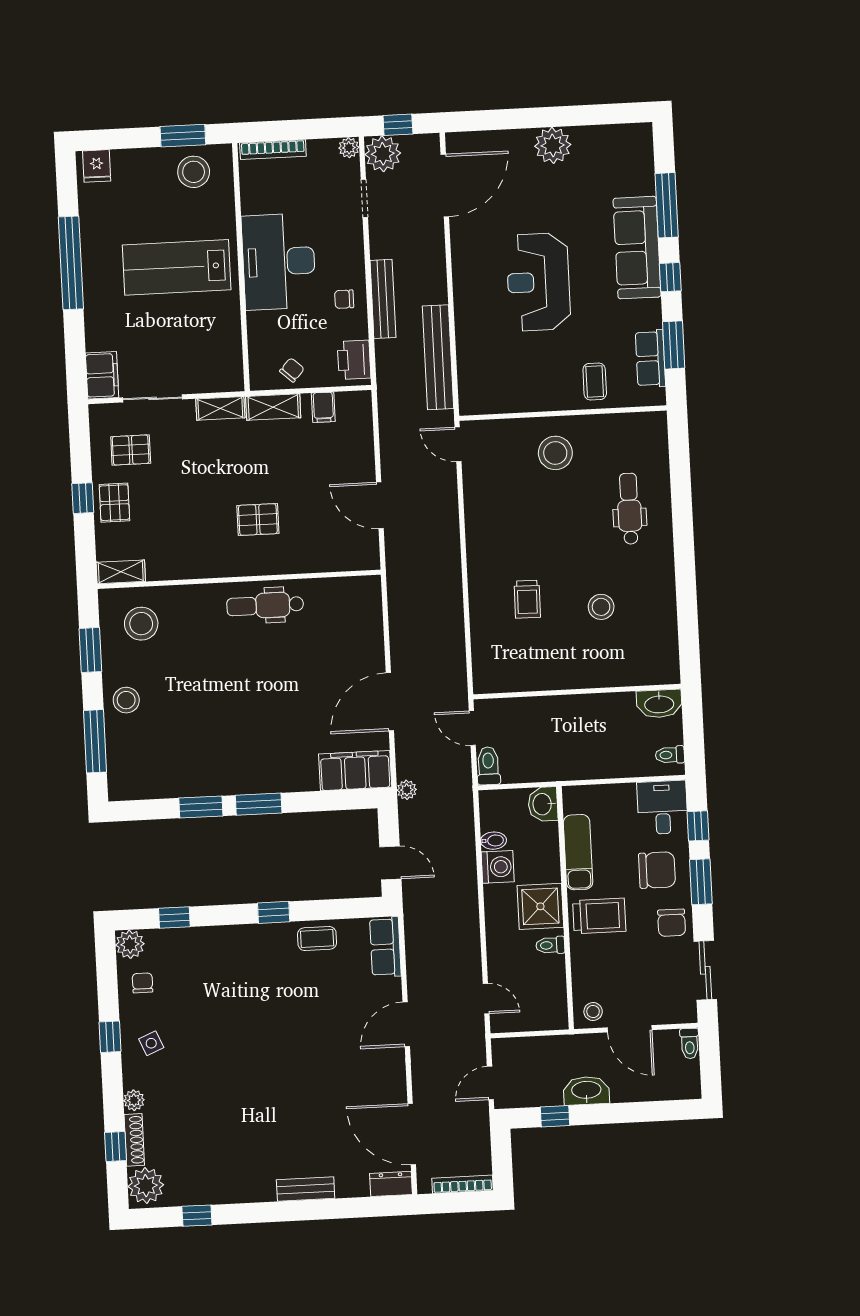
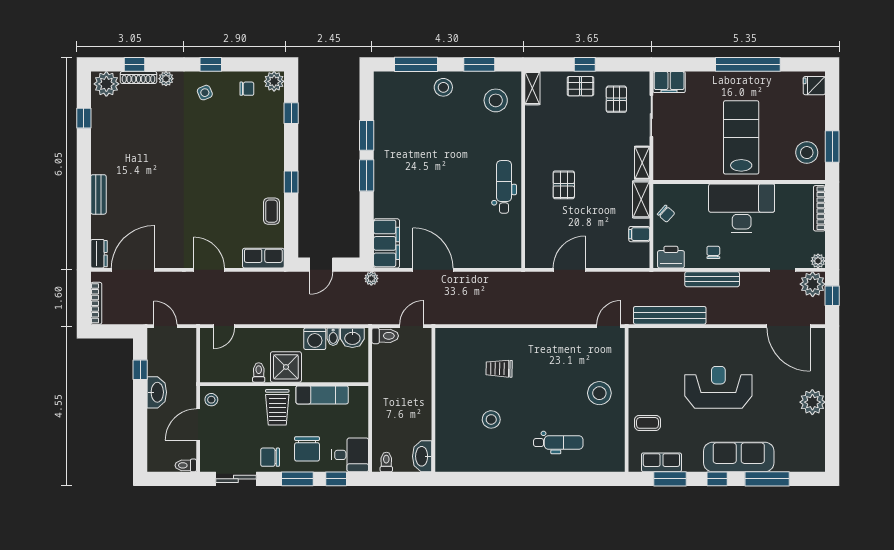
washbasin: (543, 804) -> (352, 338), moved, turned 180

